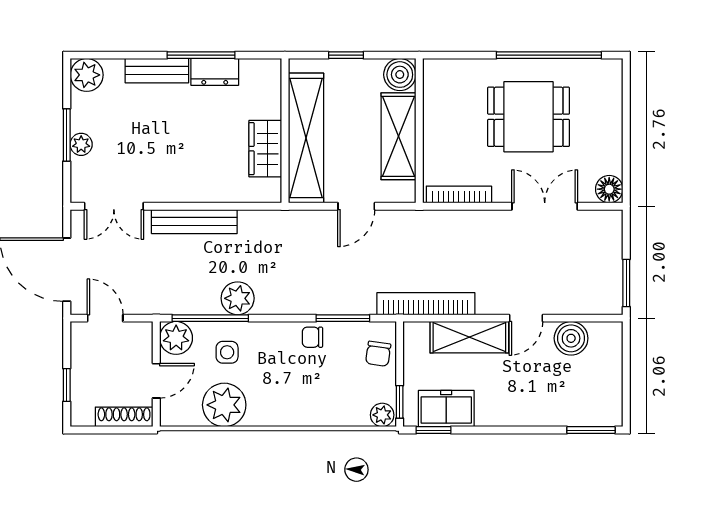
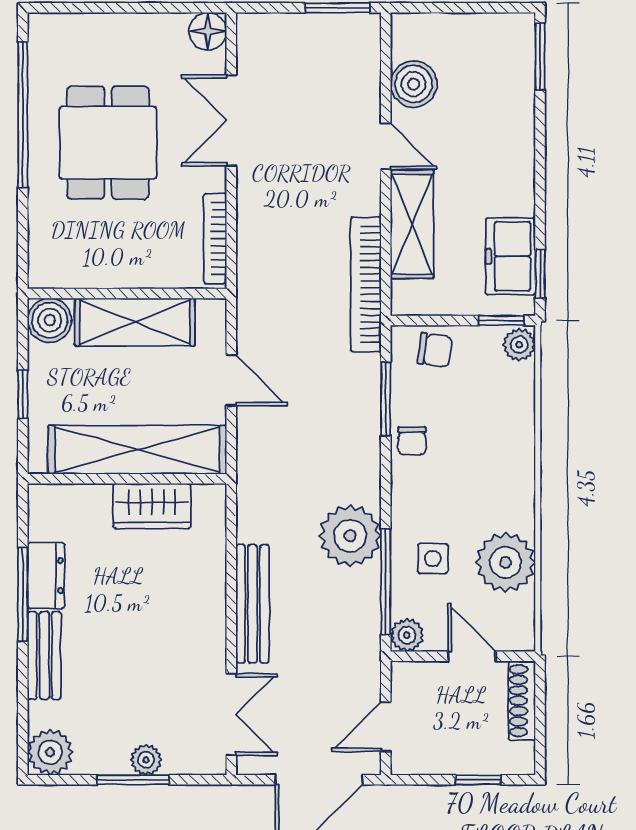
plant: (238, 298) -> (350, 536), width x1.36, depth x1.36
plant: (176, 338) -> (407, 635), width x0.73, depth x0.73

